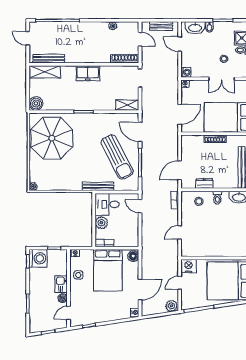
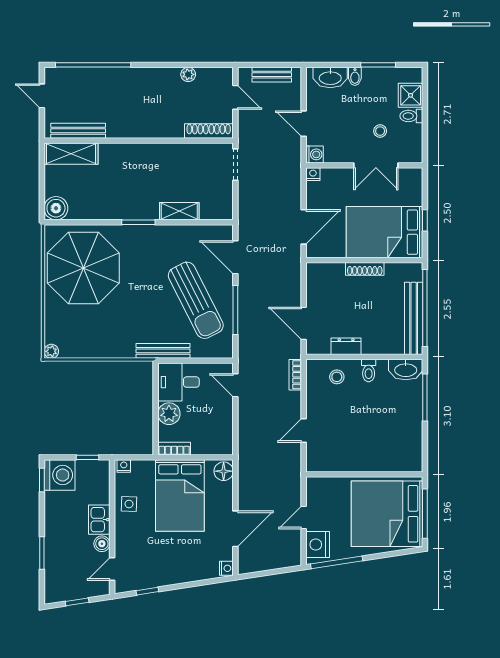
door: (180, 44) -> (304, 124), moved
freezer: (88, 73) -> (145, 156), removed
shelving: (127, 105) -> (179, 211), moved
door: (180, 170) -> (304, 323), hinge flipped
nightstand: (189, 266) -> (318, 545), moved, turned -90
plant: (171, 306) -> (289, 557), removed

